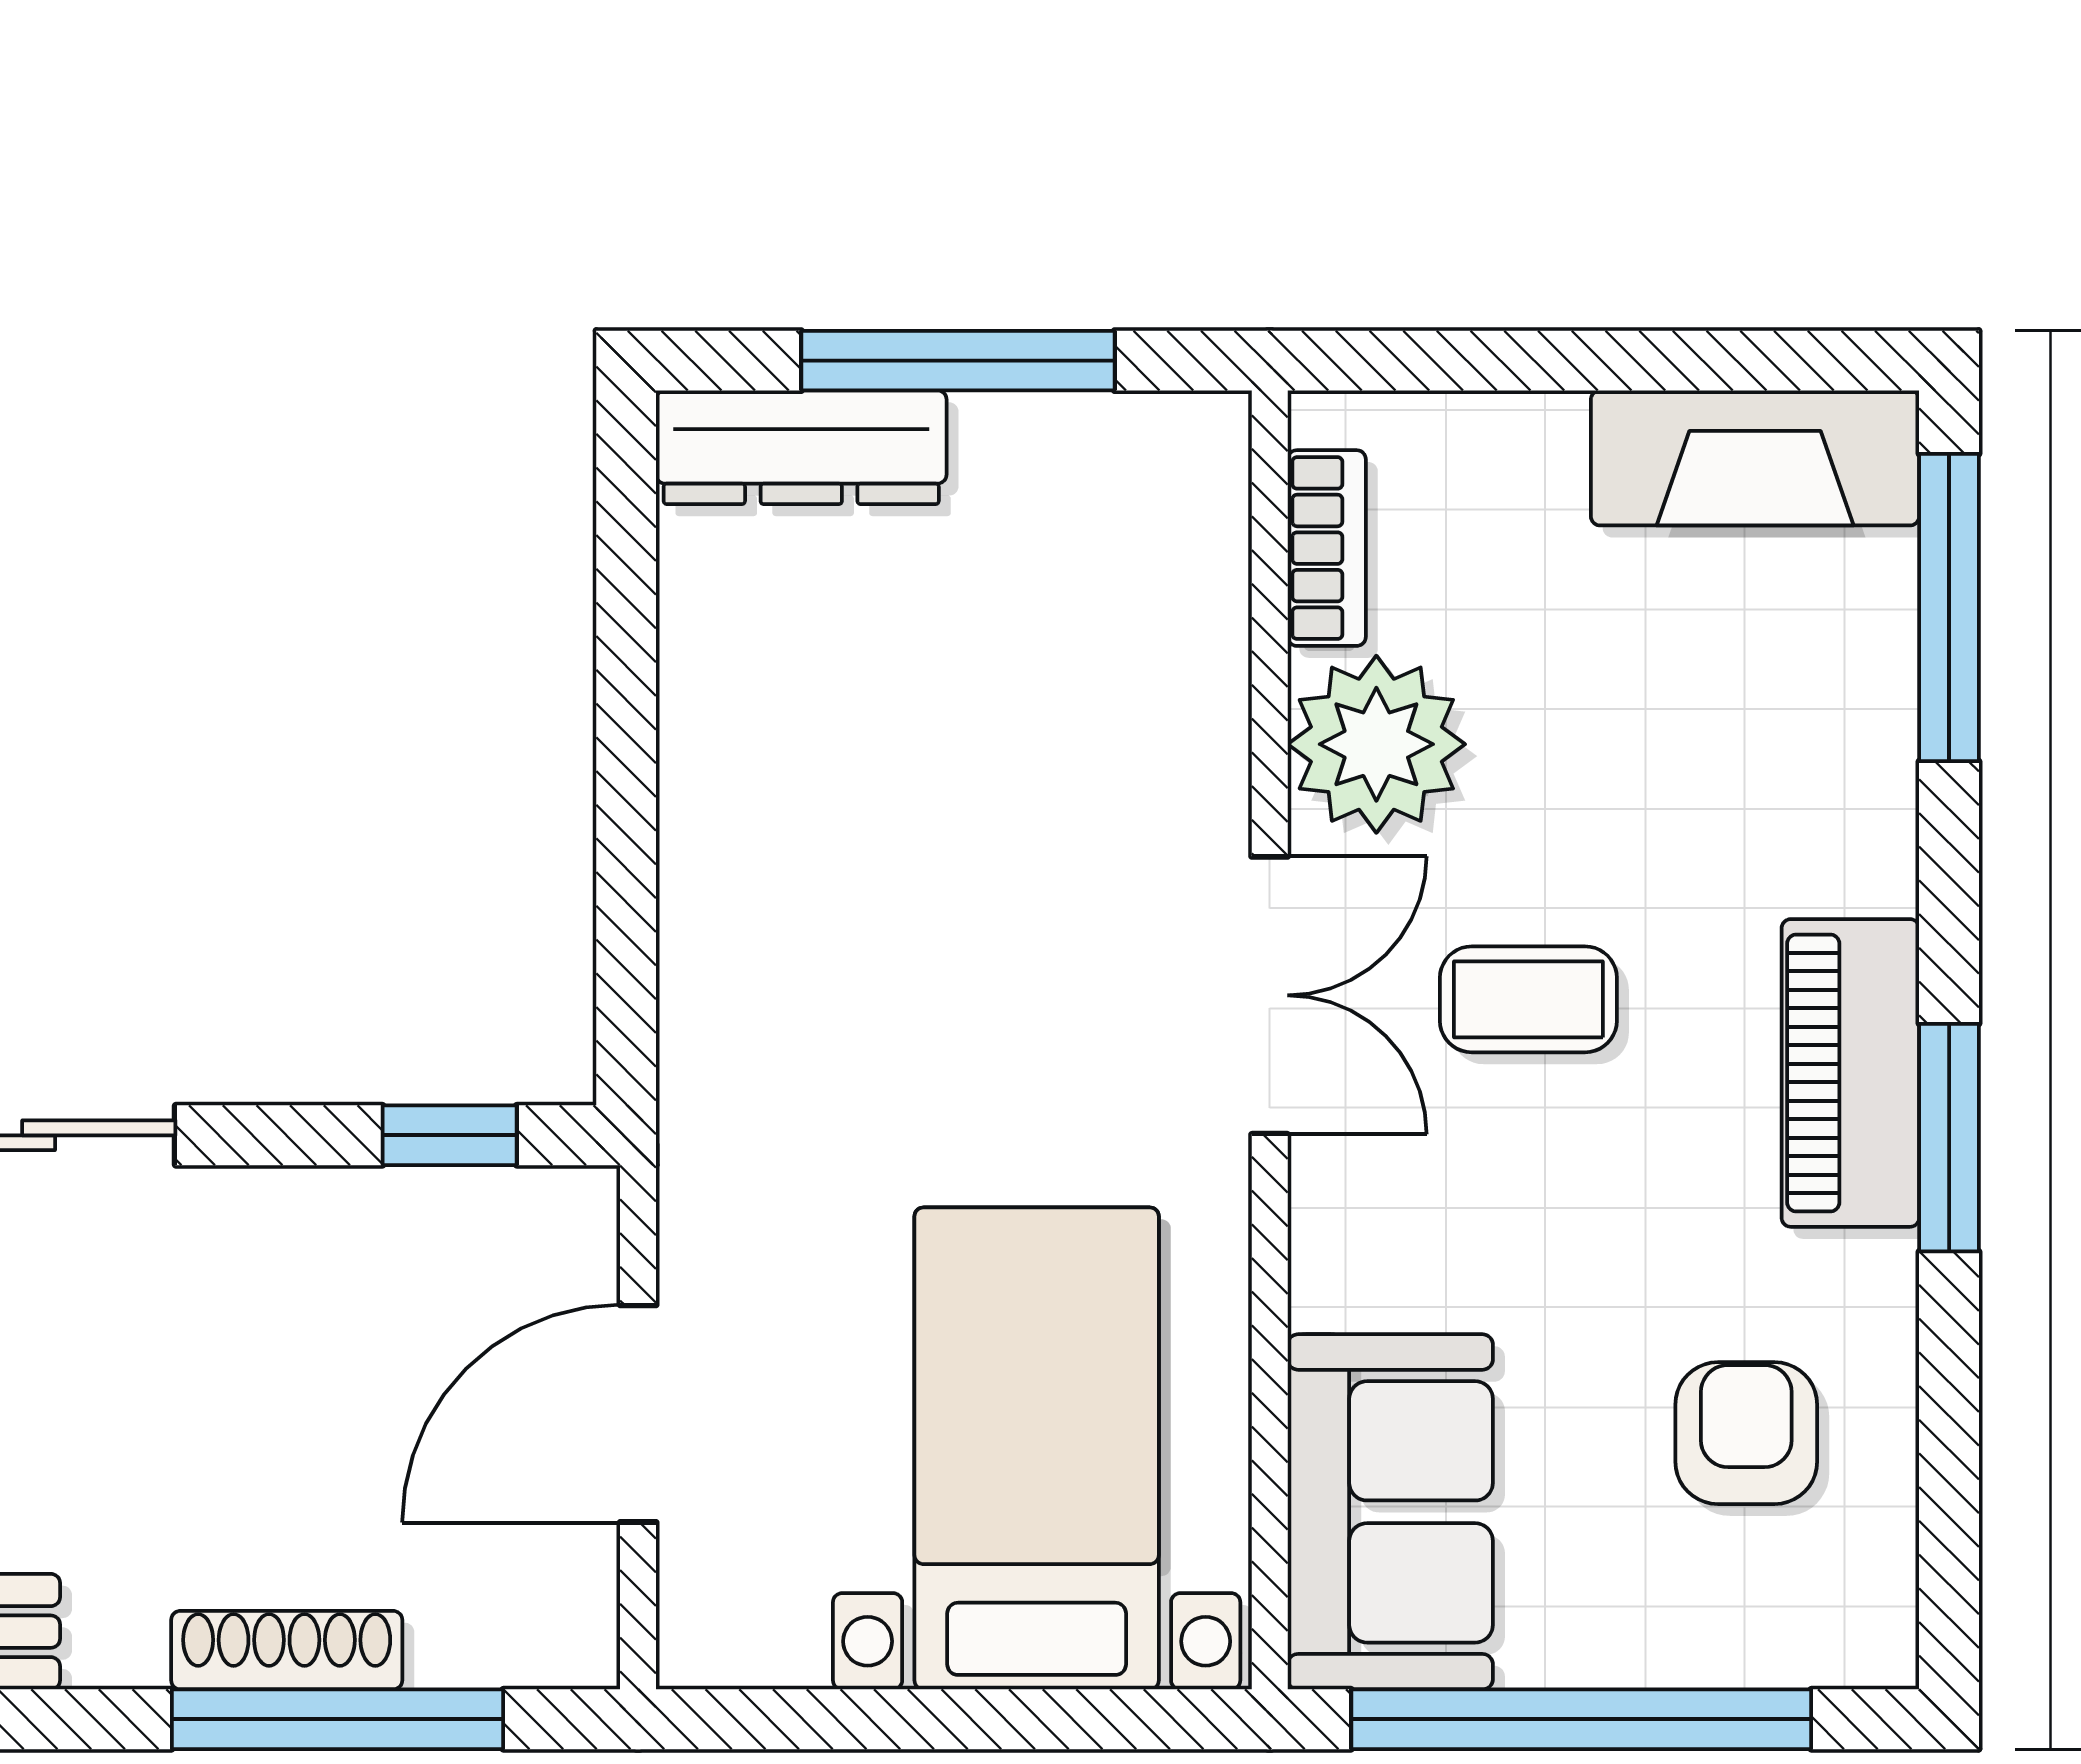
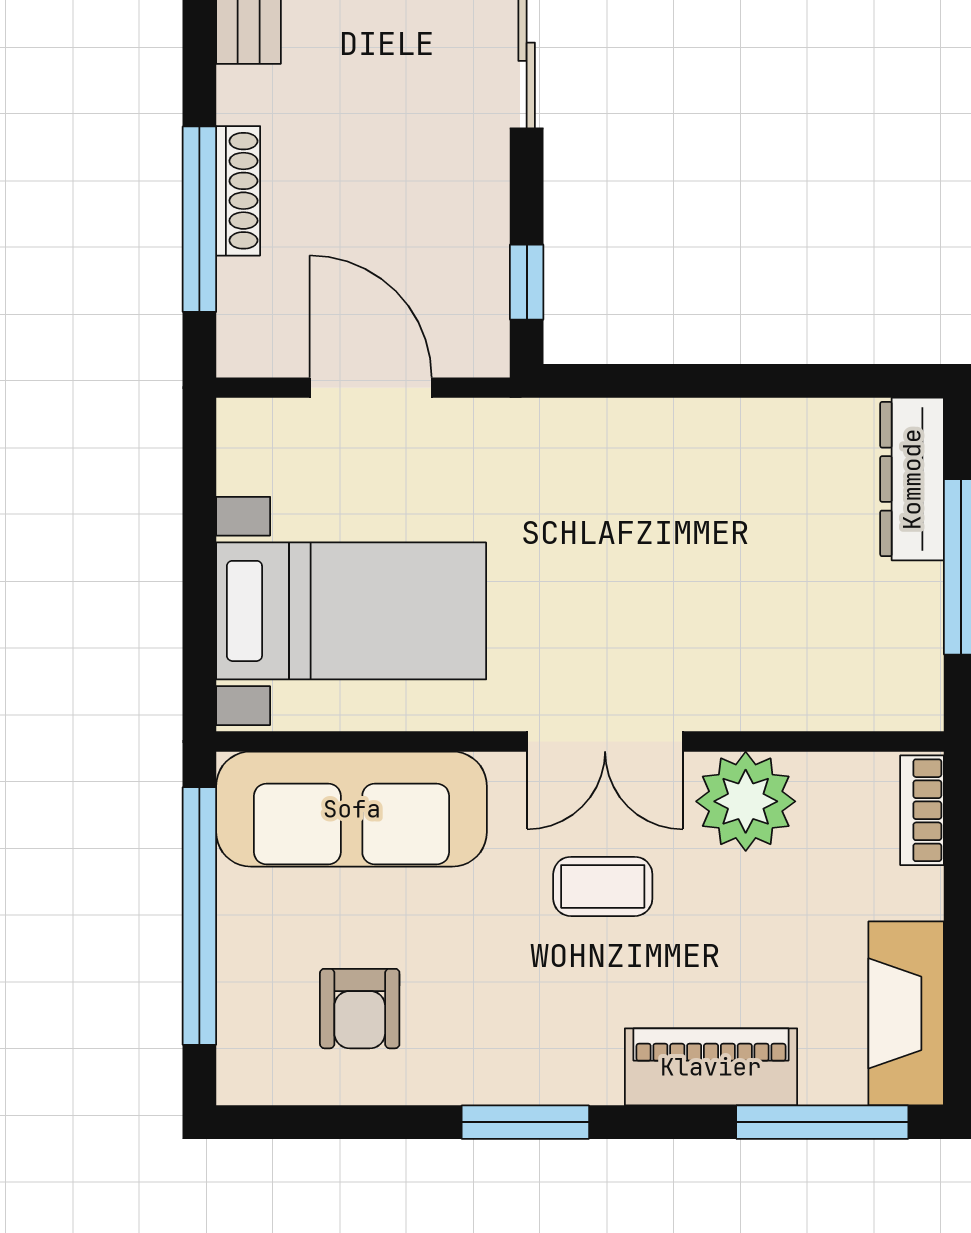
bookcase: (1327, 548) -> (922, 810), moved, turned 90
coffee table: (1528, 999) -> (603, 886), turned 90
piano: (1850, 1073) -> (711, 1067), moved
armchair: (1746, 1433) -> (360, 1009), turned 90
sofa: (1390, 1512) -> (352, 809), width x1.36

